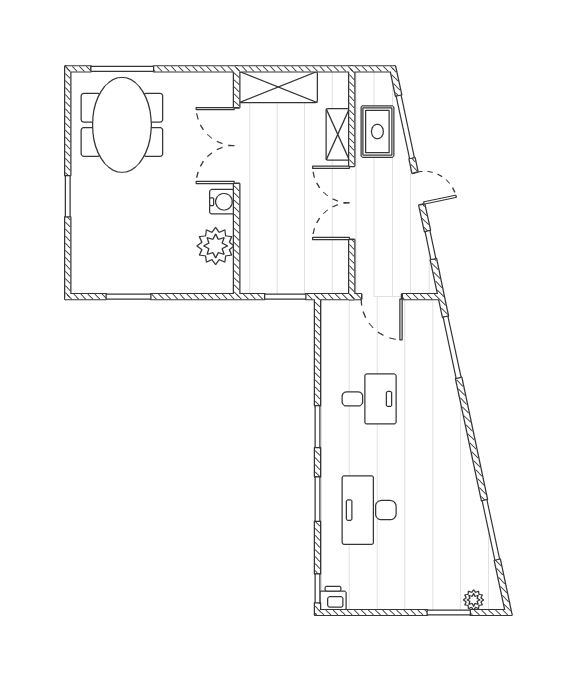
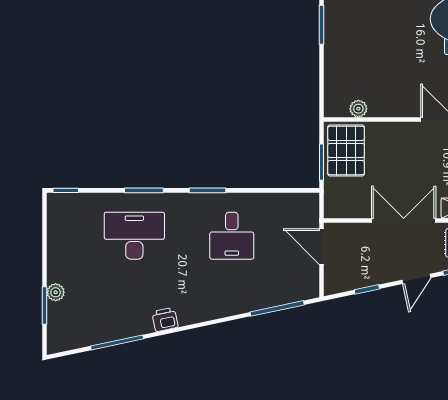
water cooler: (222, 202) -> (405, 107), removed
plant: (216, 246) -> (358, 109), width x0.53, depth x0.53
pallet: (272, 269) -> (346, 150), added
door: (382, 297) -> (322, 247), hinge flipped
printer: (333, 598) -> (165, 319), moved, turned -102
plant: (474, 600) -> (56, 292), moved

